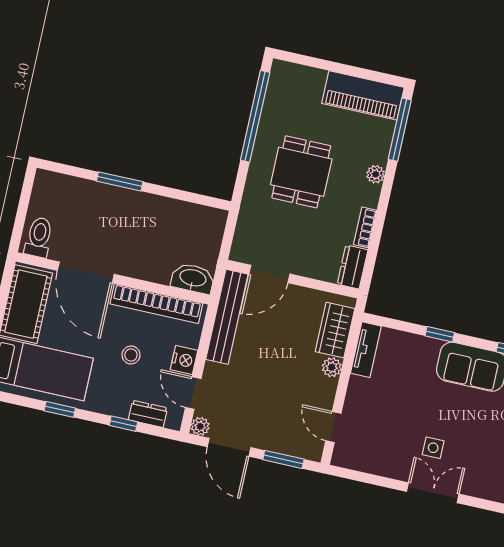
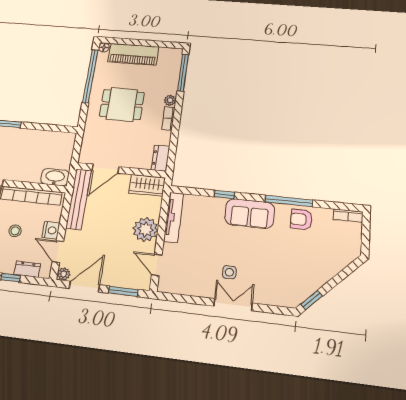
floor lamp: (279, 68) -> (104, 47), added
piano: (363, 95) -> (133, 54), moved
dining table: (301, 172) -> (122, 104), turned 90
bookcase: (365, 227) -> (168, 118), moved
wardrobe: (335, 330) -> (147, 185), moved, turned -90
tv unit: (366, 350) -> (174, 217), width x1.41
plant: (332, 367) -> (145, 229), width x1.88, depth x1.88
door: (229, 447) -> (84, 287), swing flipped

